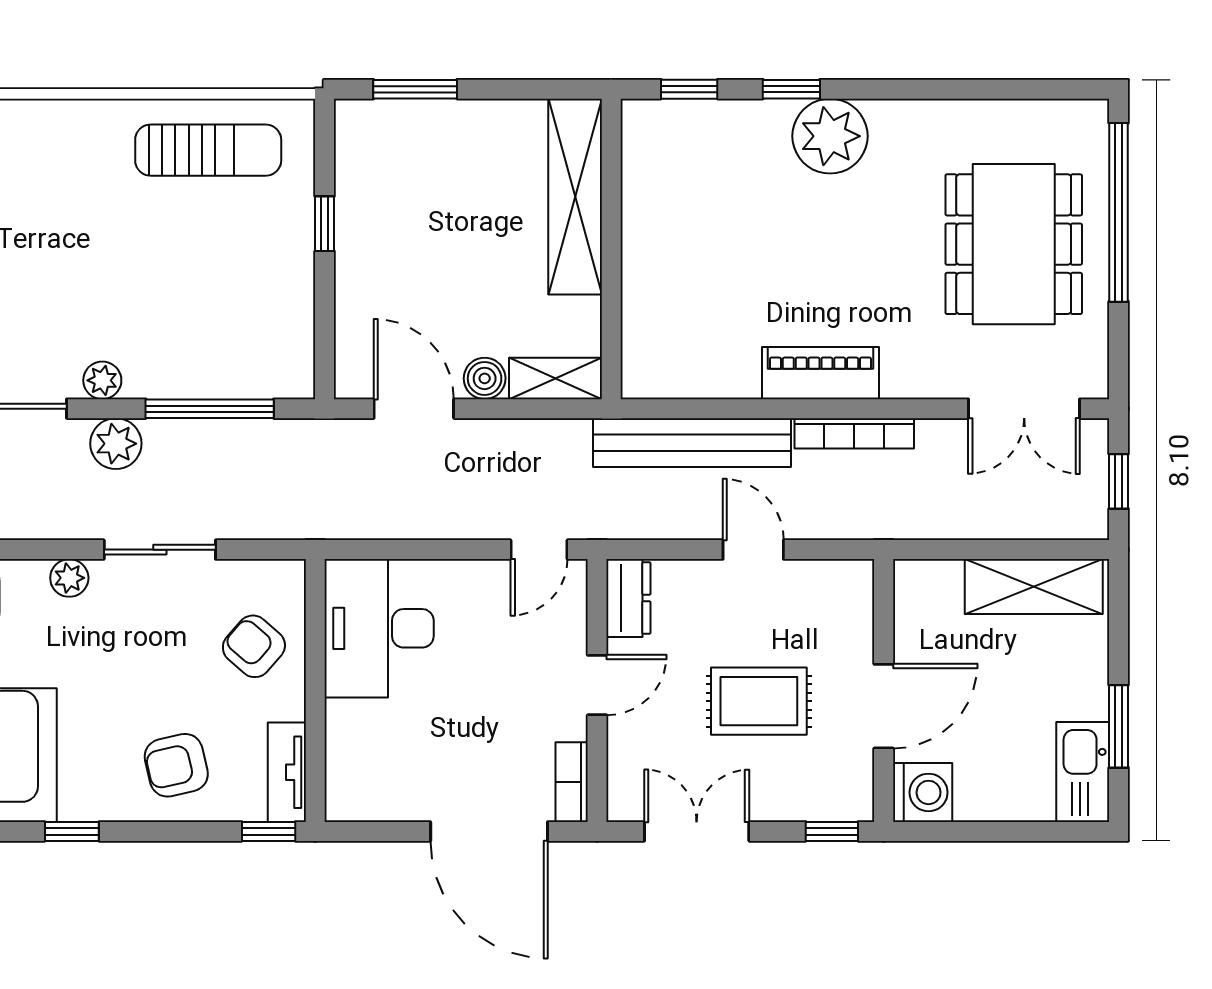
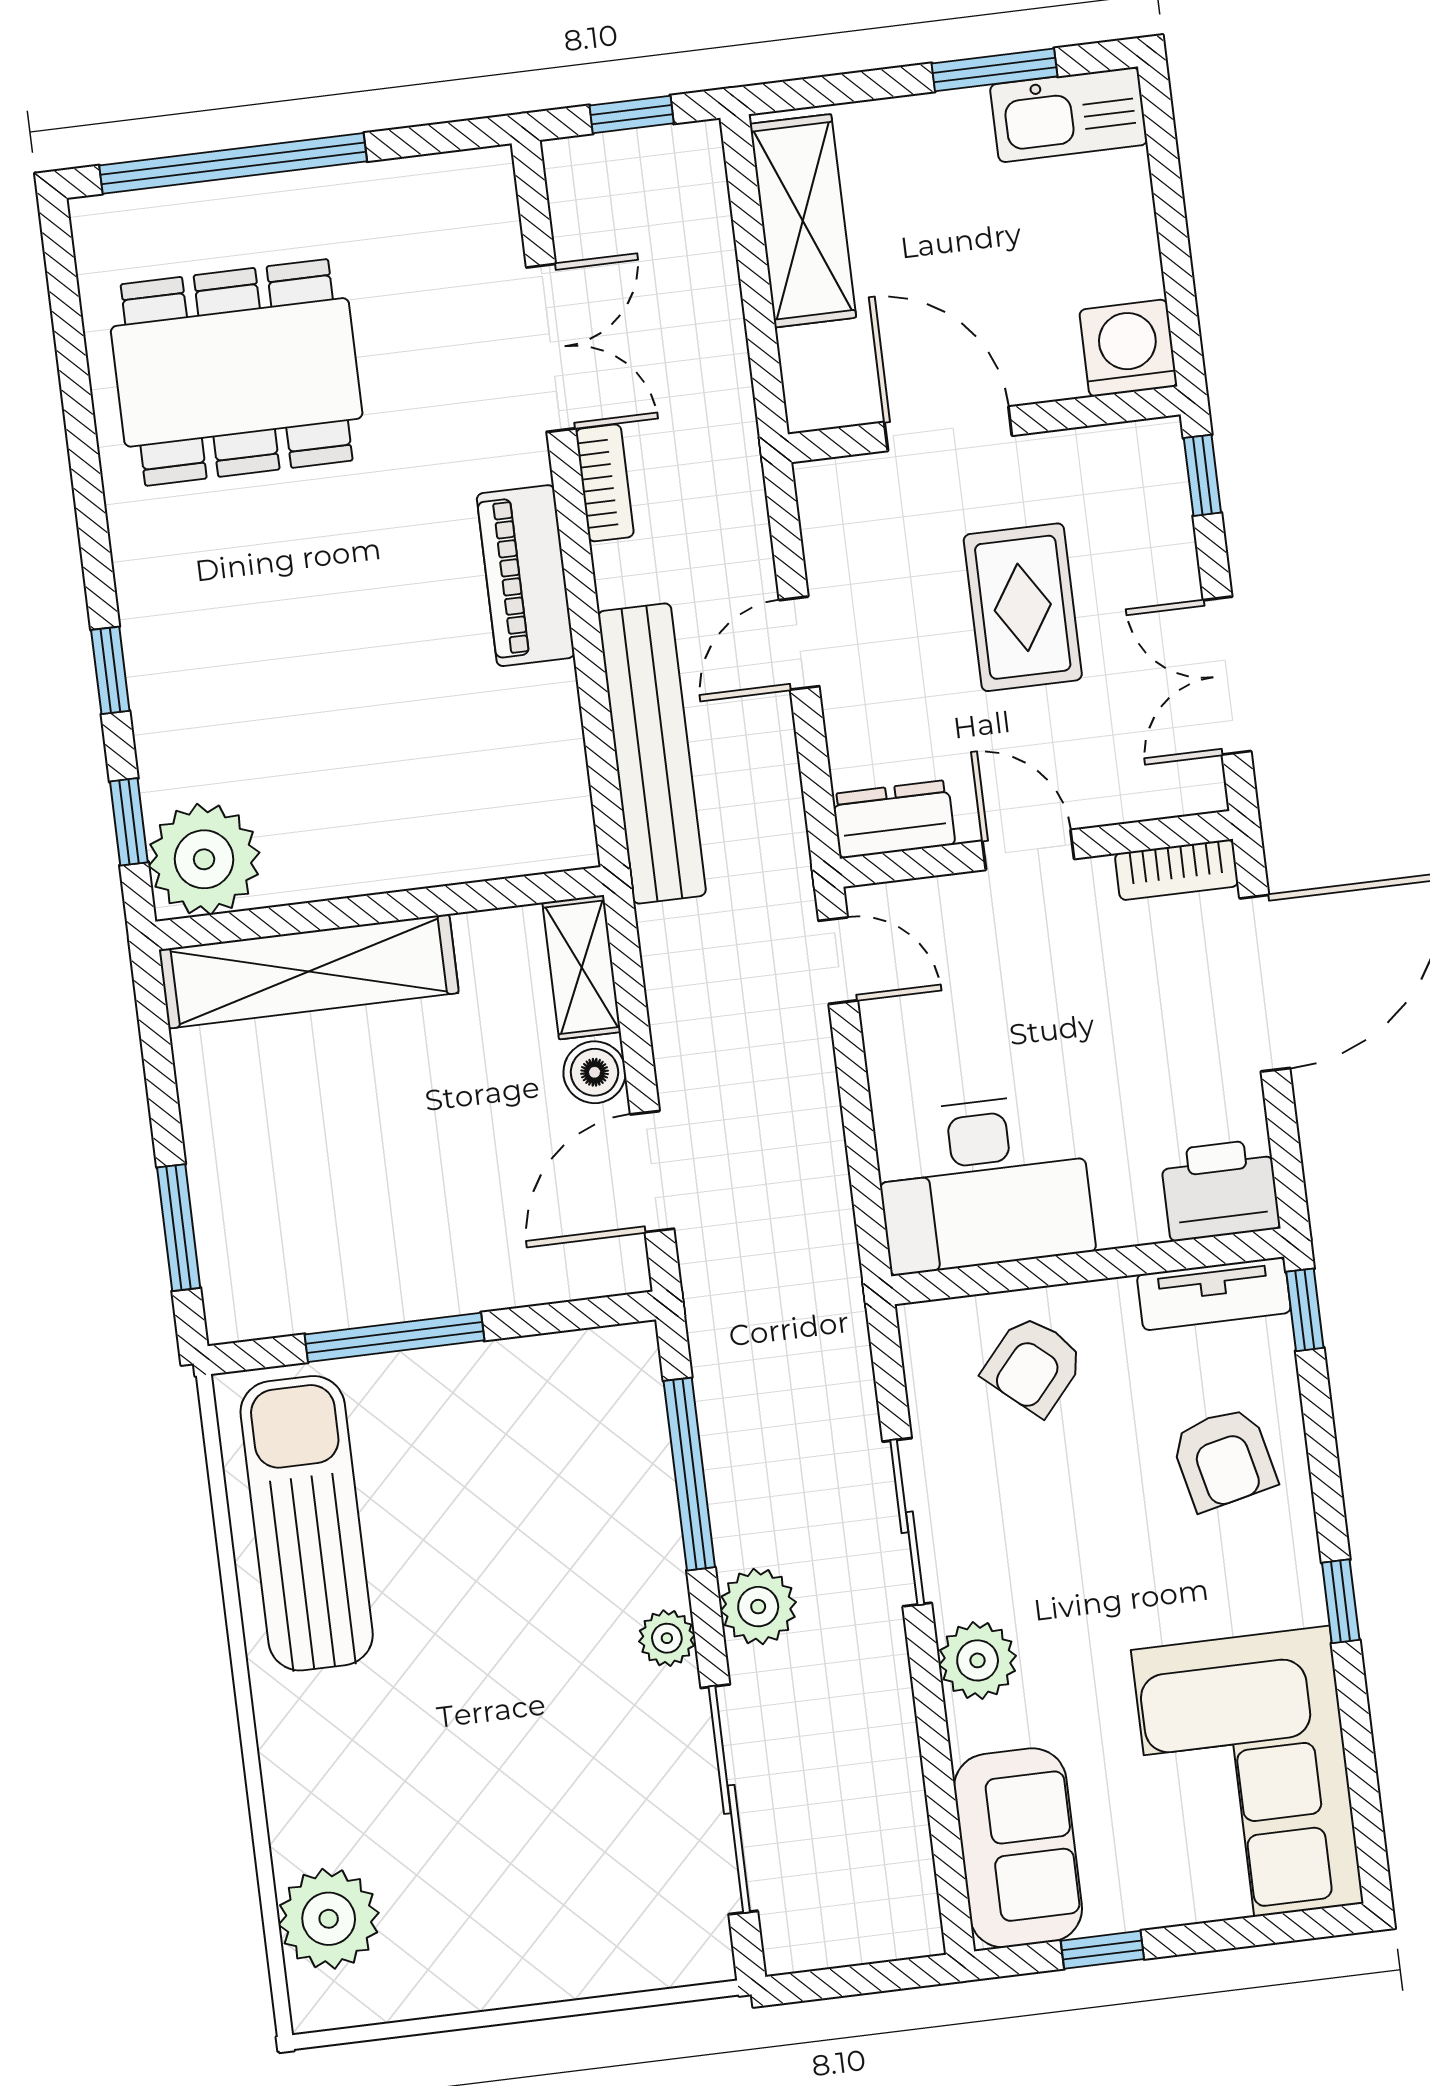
plant: (830, 136) -> (204, 859), moved
sun lounger: (208, 150) -> (307, 1523), width x1.36, depth x1.34
window: (325, 224) -> (394, 1337), width x2.17
dining table: (1014, 244) -> (237, 372), moved
double door: (1024, 409) -> (551, 348), moved
bookcase: (854, 433) -> (605, 483), width x0.64
plant: (69, 578) -> (978, 1660), width x1.38, depth x1.38
door: (884, 706) -> (948, 429), moved
printer: (355, 785) -> (1220, 1190), added

